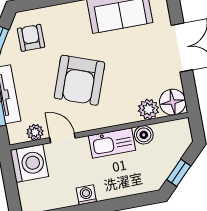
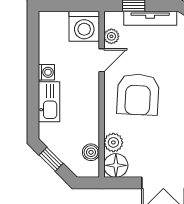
armchair: (79, 80) -> (138, 94), moved, turned -107
boiler: (144, 135) -> (91, 152), moved
kitchen sink: (112, 143) -> (49, 102), moved, turned 180

